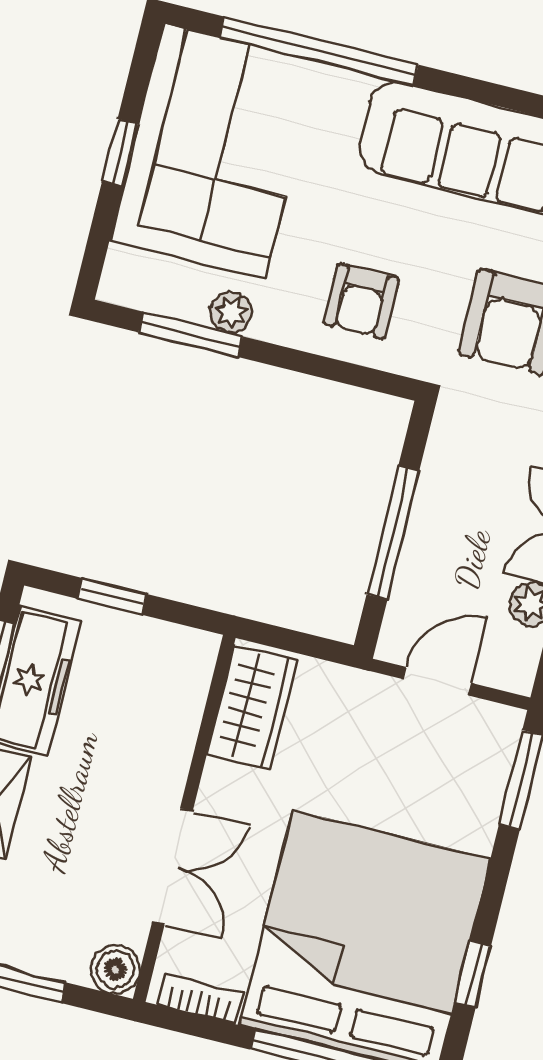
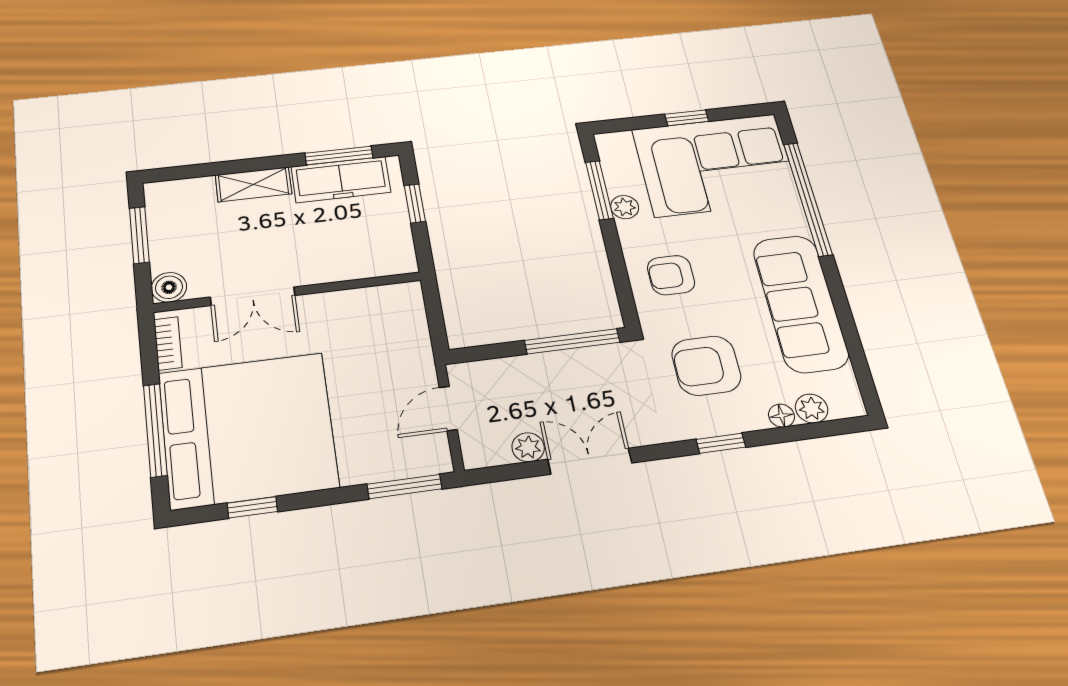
window: (393, 533) -> (572, 341), moved
door: (437, 681) -> (448, 408), swing flipped
wardrobe: (252, 706) -> (380, 305), removed

